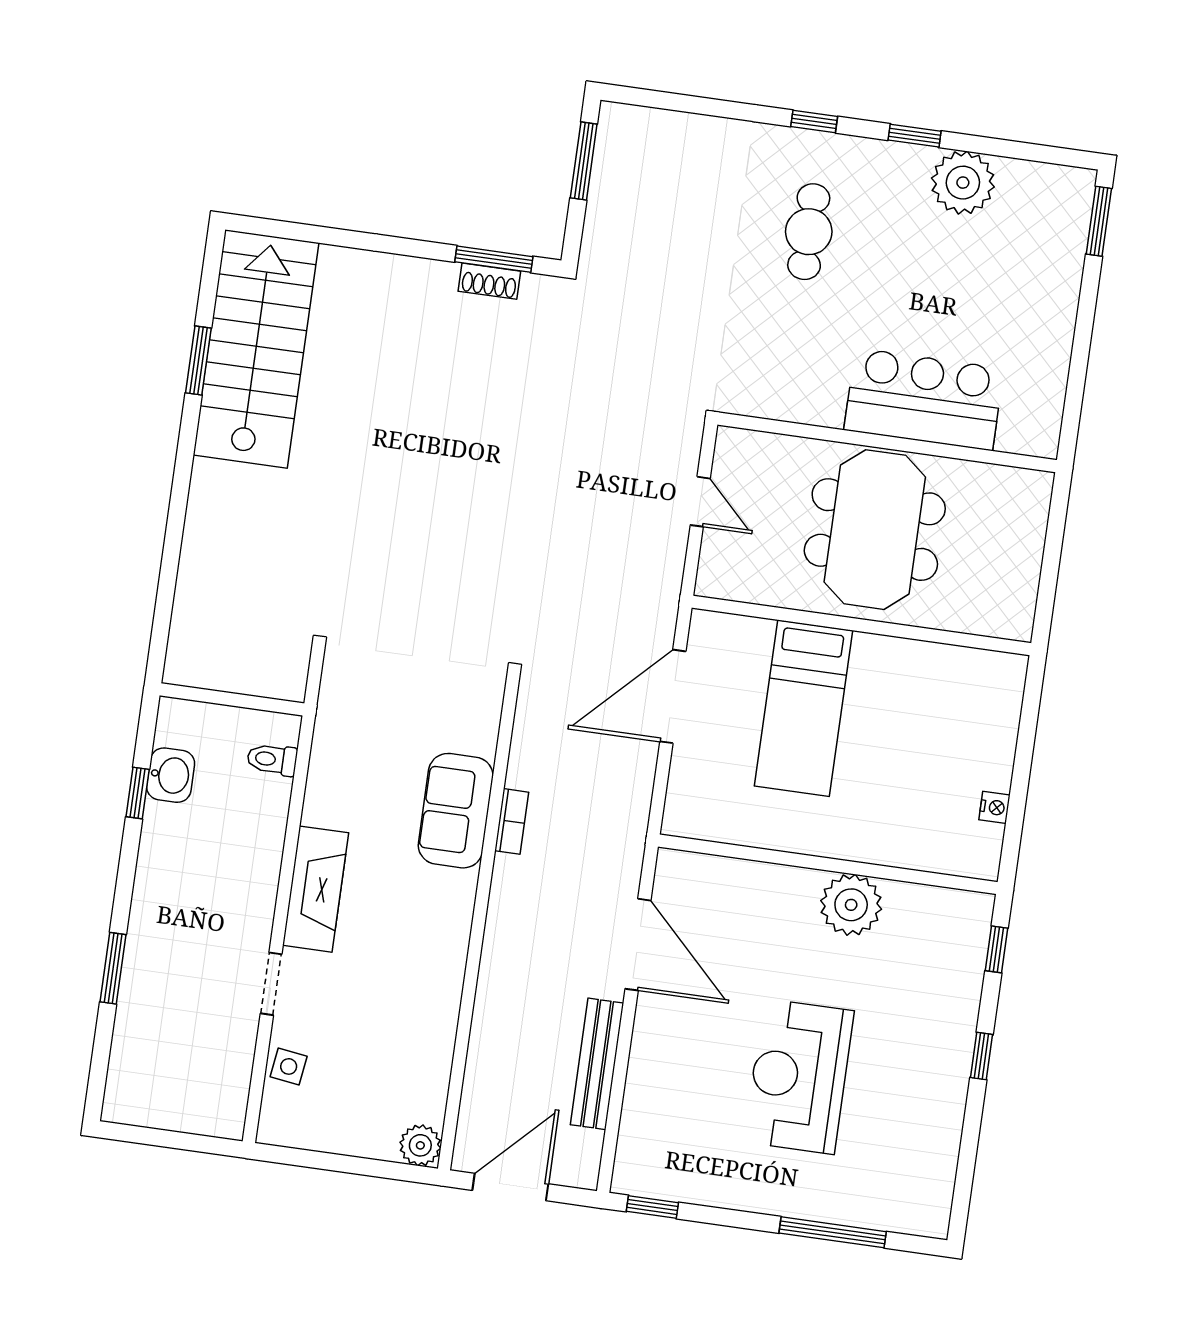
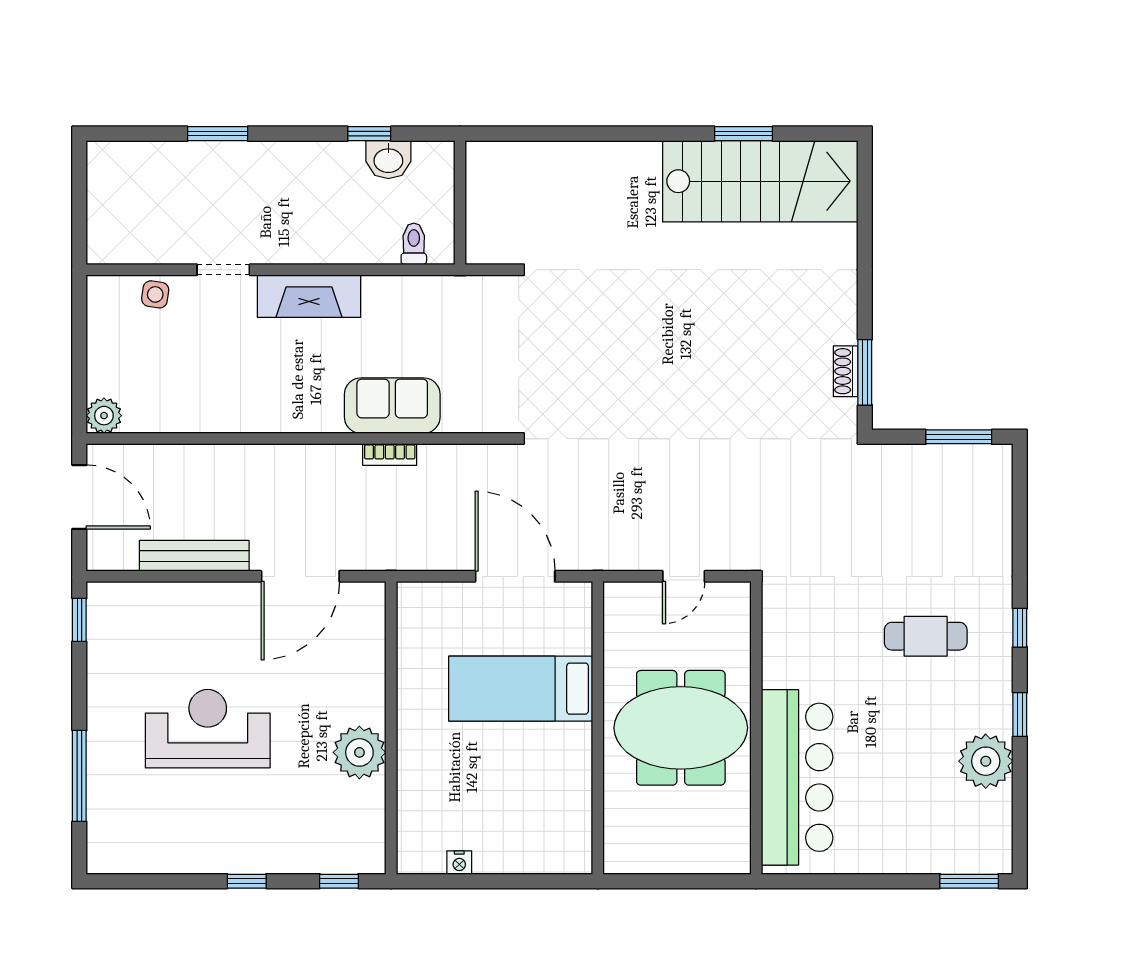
bar counter: (924, 399) -> (797, 777), width x1.36

